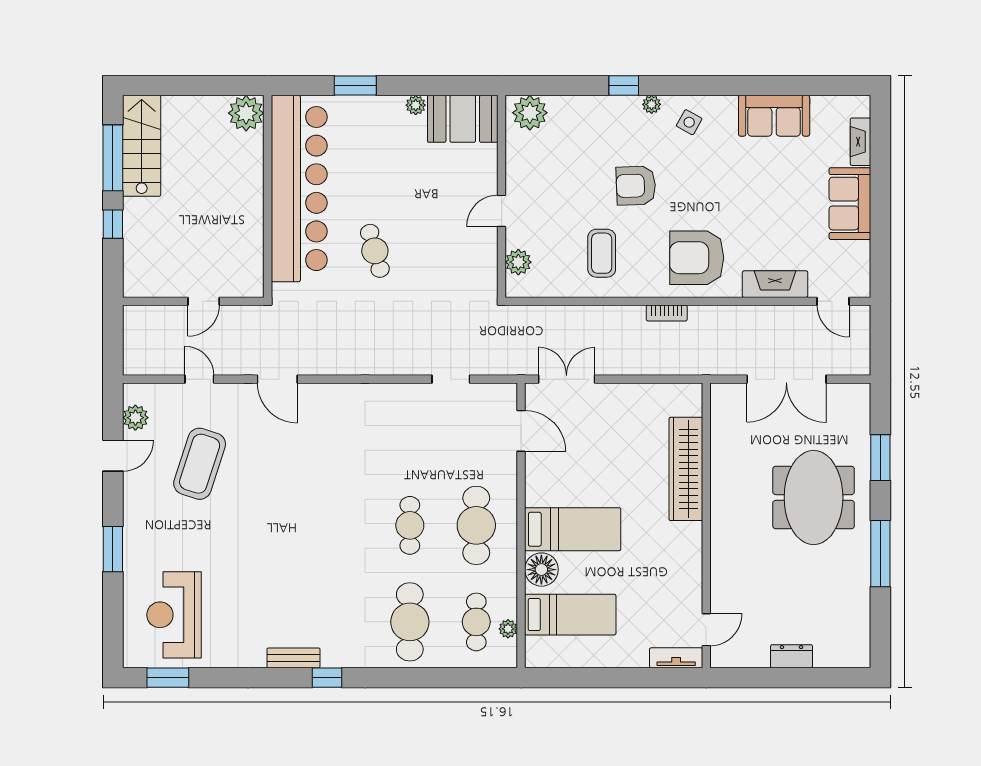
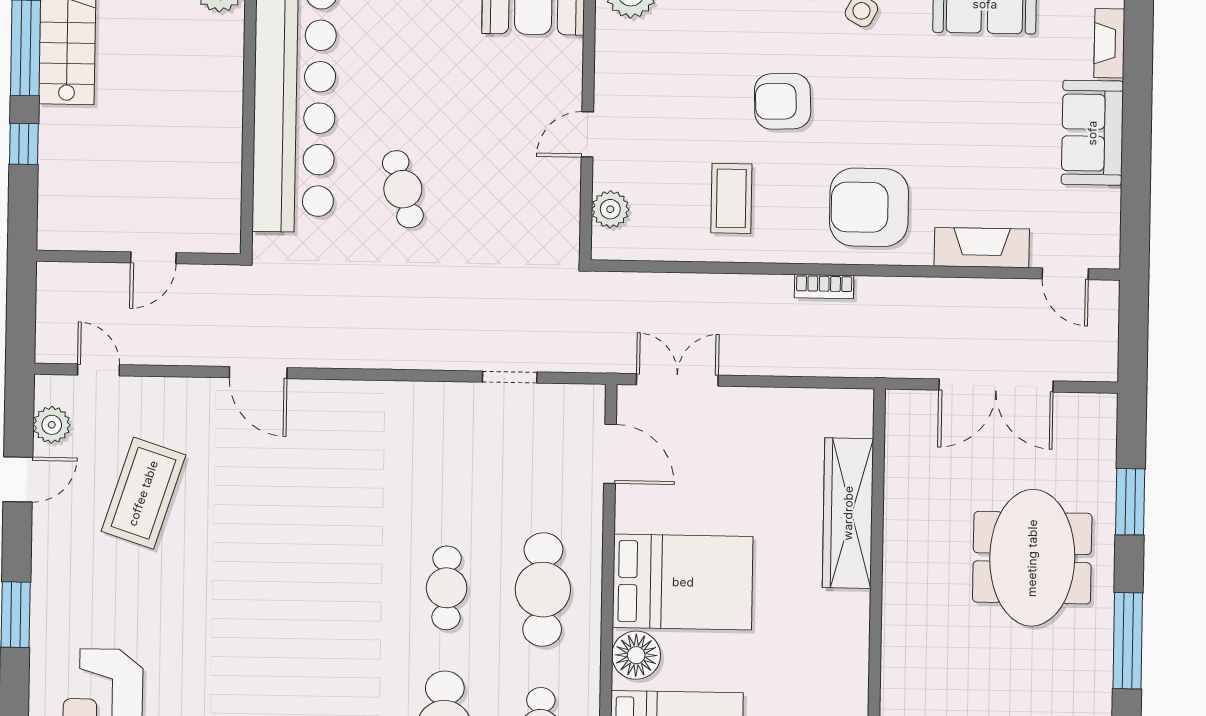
door: (199, 379) -> (98, 370), moved
bed: (573, 529) -> (683, 582), width x1.50

